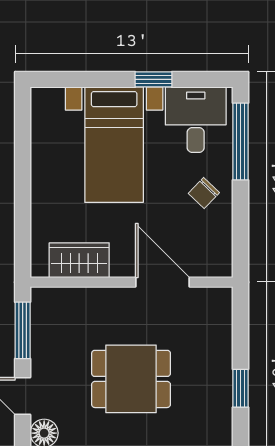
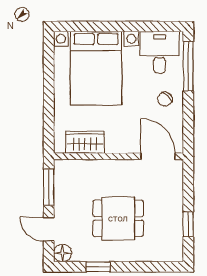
window: (153, 79) -> (133, 27), removed
bed with nightstands: (114, 145) -> (96, 68), width x1.36
door: (163, 282) -> (158, 156), moved

